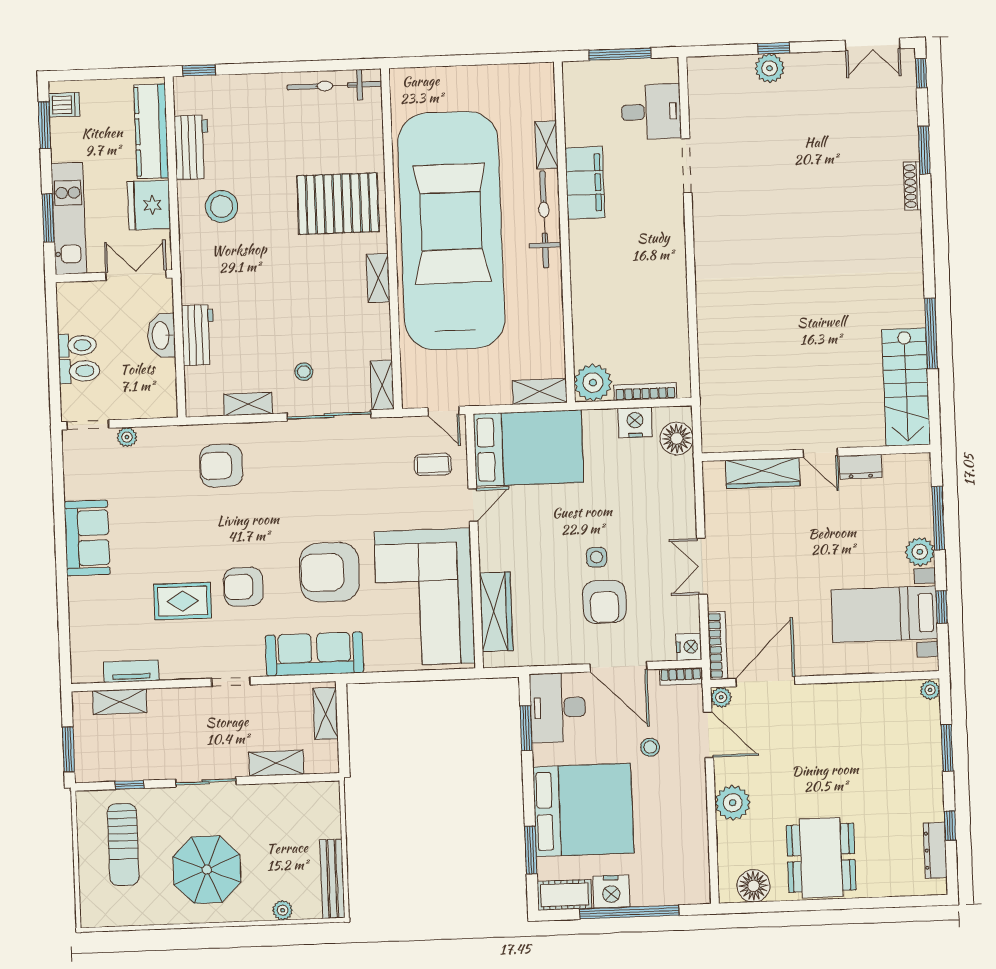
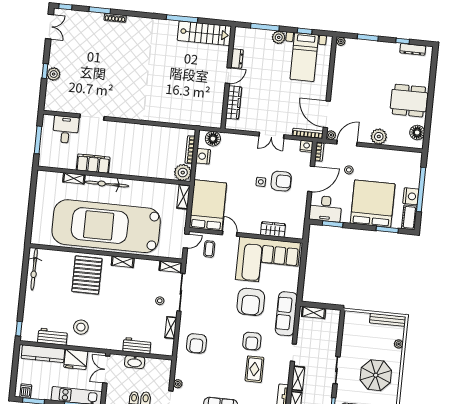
wardrobe: (496, 612) -> (273, 229), width x0.67
shelving: (276, 763) -> (298, 378), moved

